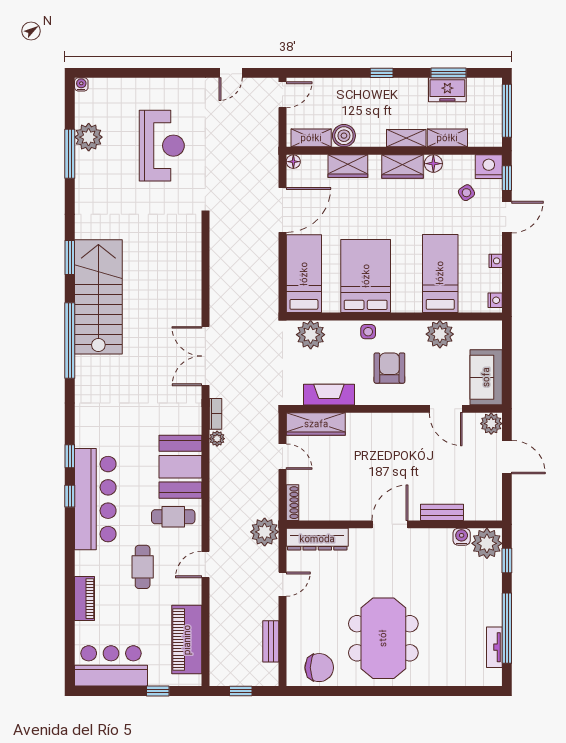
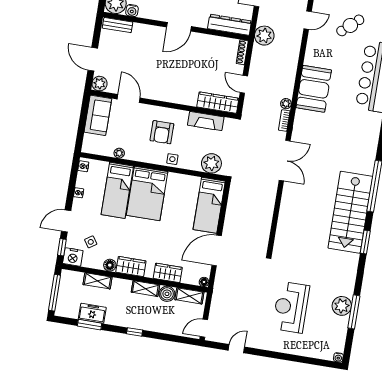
plant: (89, 137) -> (342, 306), moved
shelving: (406, 138) -> (145, 289), moved
bed: (366, 276) -> (147, 193), moved
plant: (440, 334) -> (119, 153), width x0.53, depth x0.53
bench: (442, 512) -> (118, 25), moved
cafe table: (173, 517) -> (324, 56), removed
cafe table: (143, 567) -> (350, 25), turned 48

